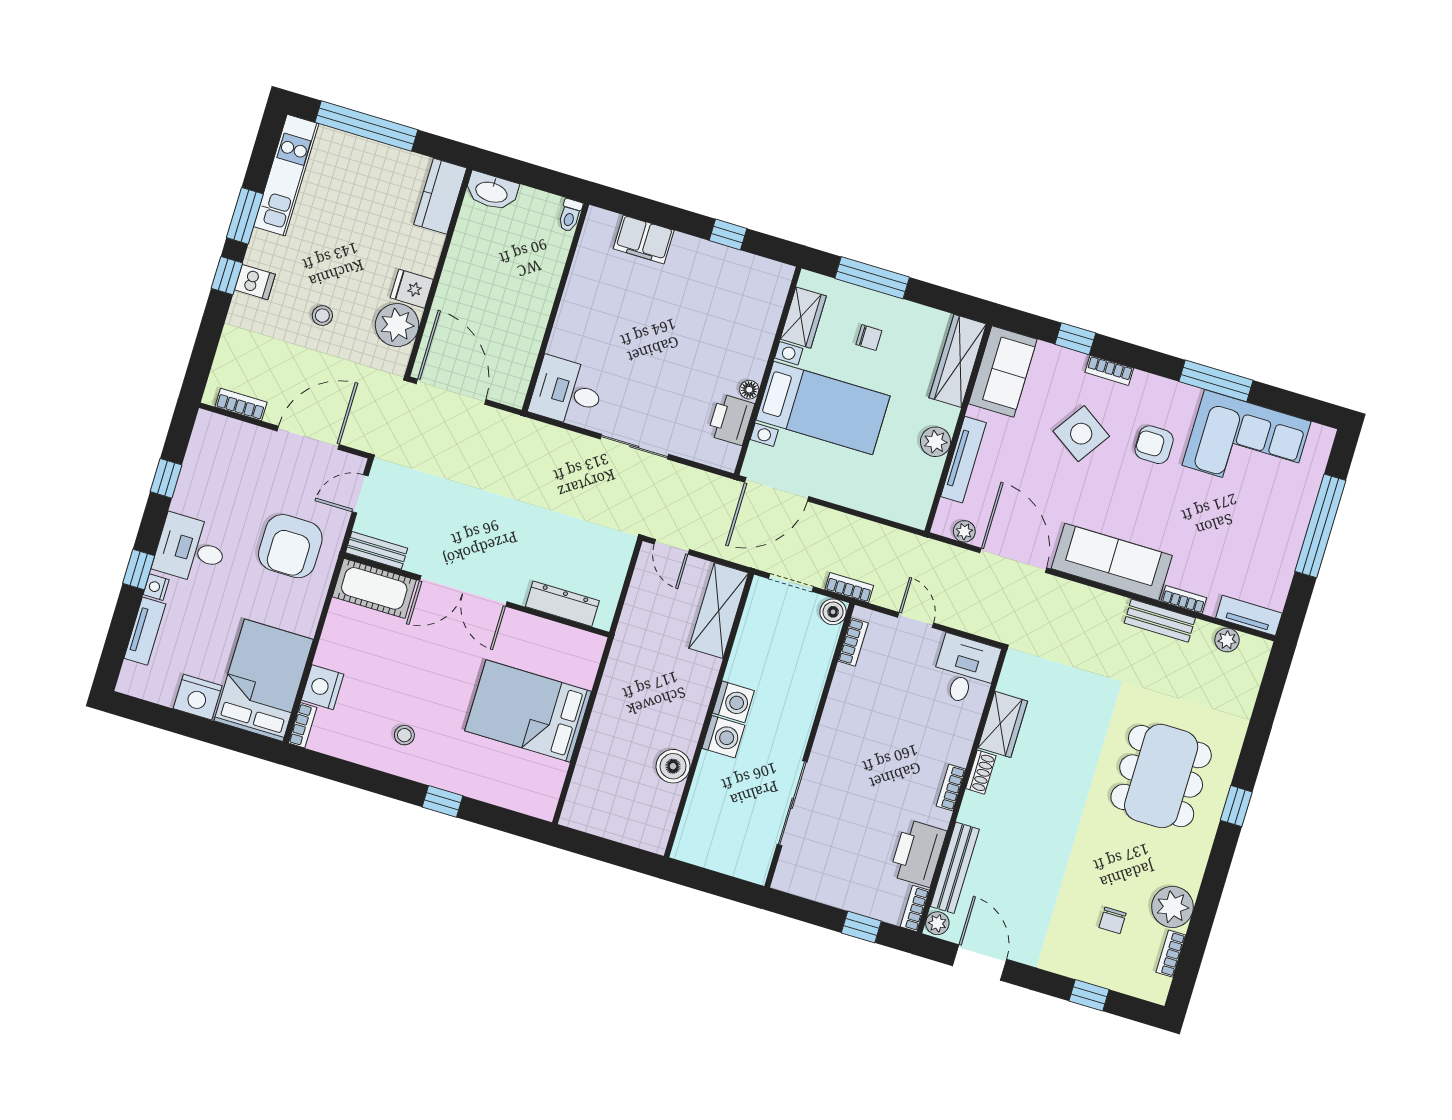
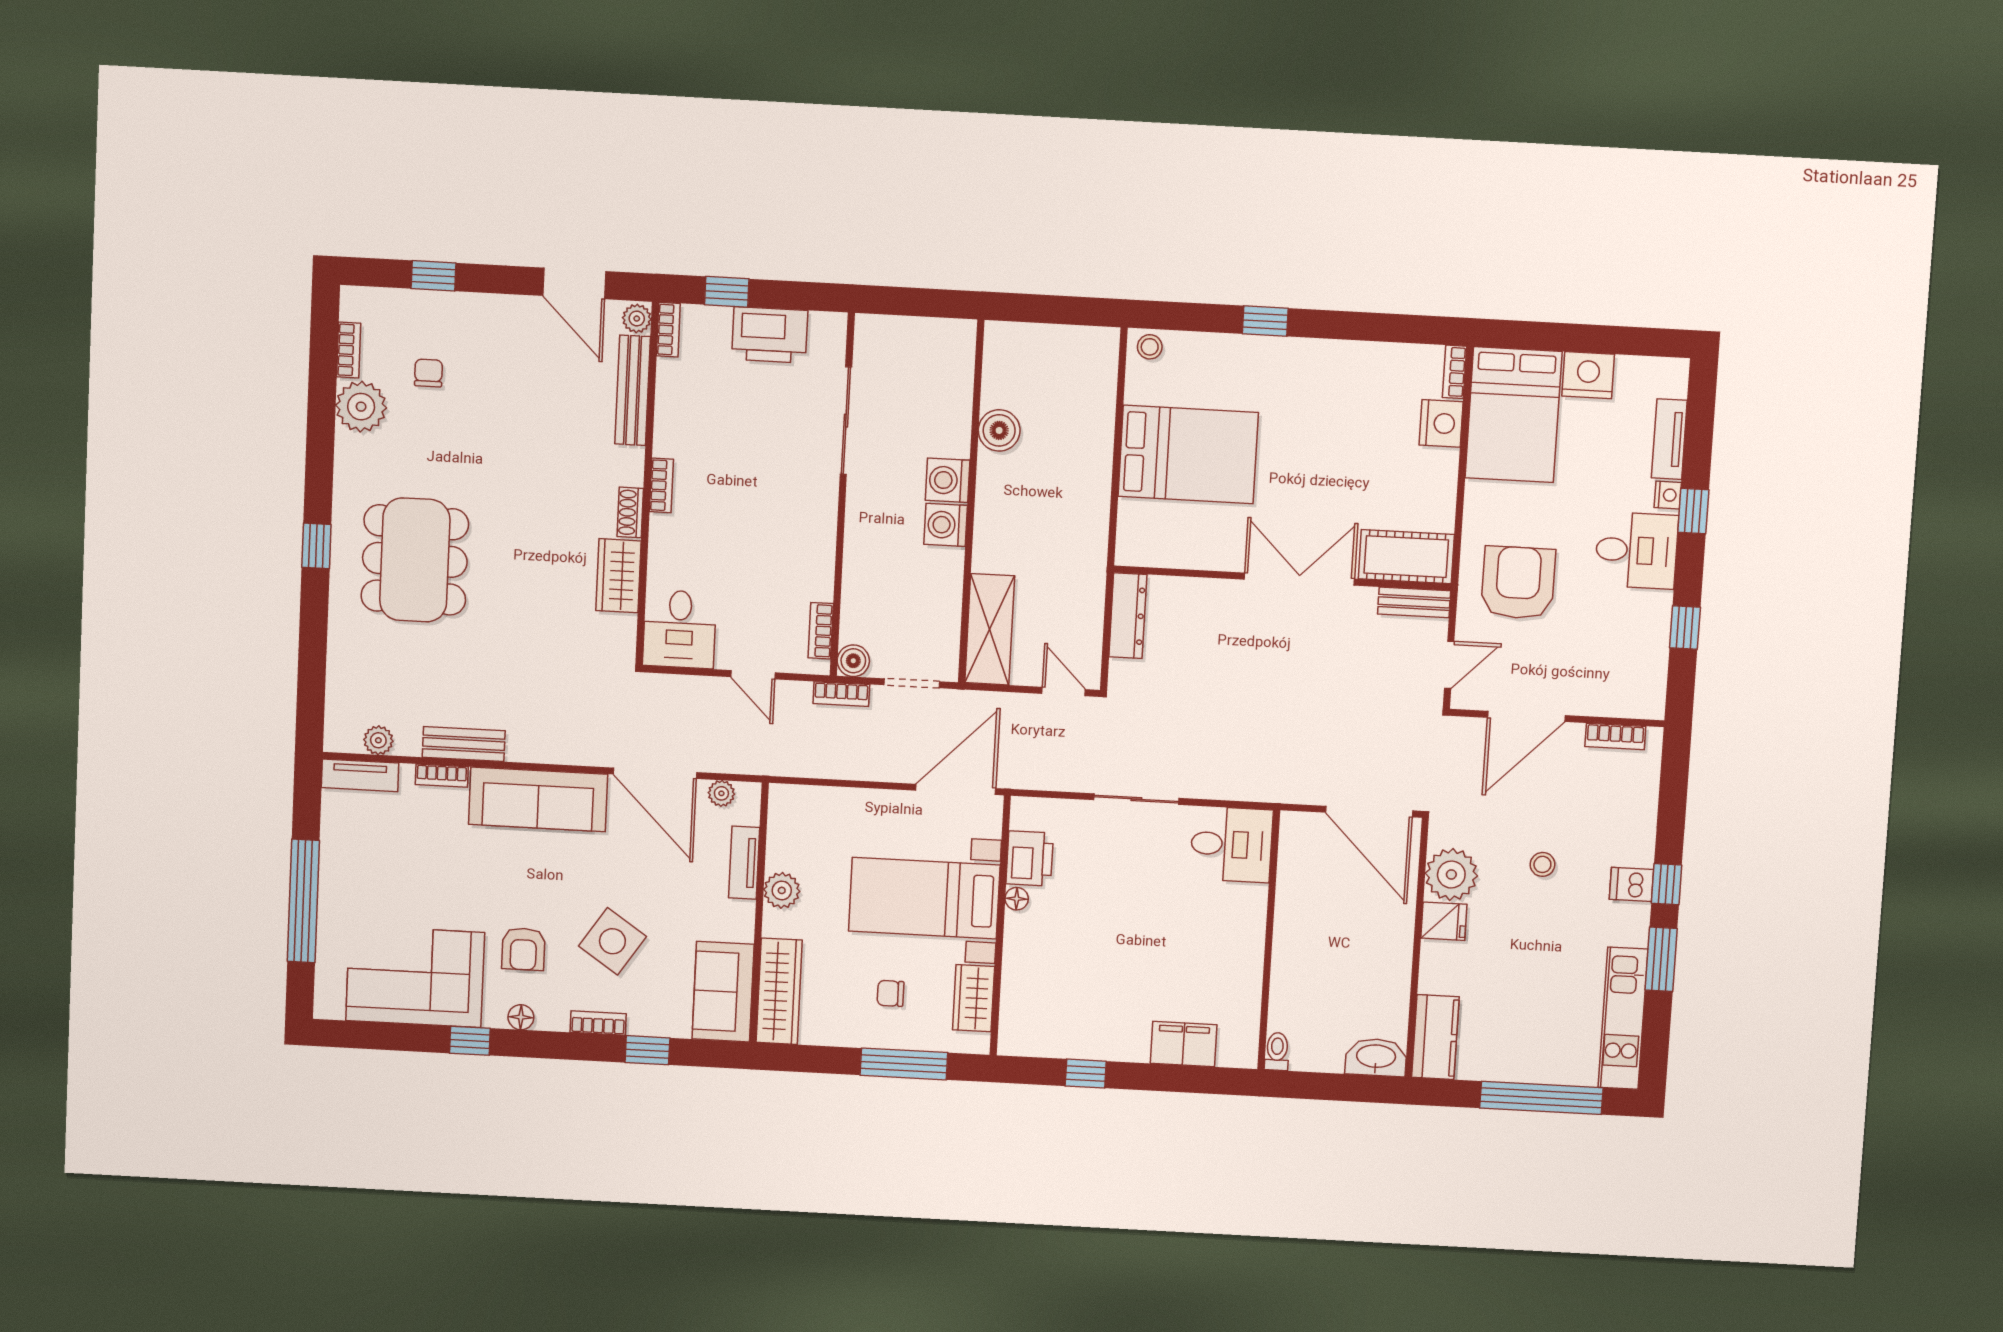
window: (1216, 381) -> (470, 1041), width x0.46
floor lamp: (1170, 390) -> (521, 1017), added
armchair: (1154, 445) -> (523, 949), turned 90
tv unit: (964, 460) -> (744, 863), width x0.71
dresser: (562, 604) -> (1128, 616), moved, turned -90
stool: (404, 735) -> (1150, 347), moved
printer: (918, 853) -> (770, 335), moved, turned 90

